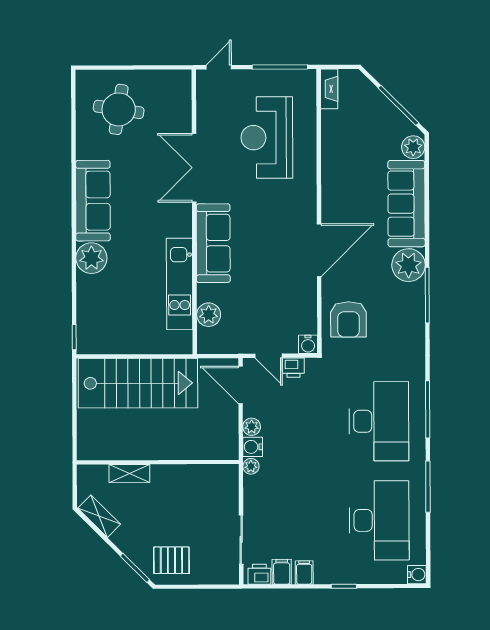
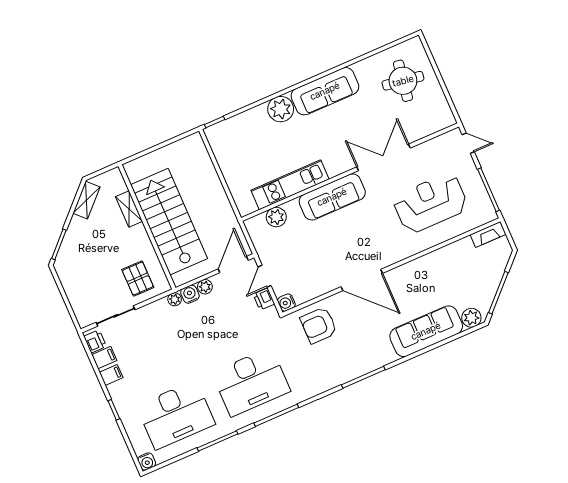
plant: (409, 265) -> (380, 353), removed
stairs: (138, 383) -> (169, 222), moved, turned 180
pallet: (171, 560) -> (138, 279), moved

